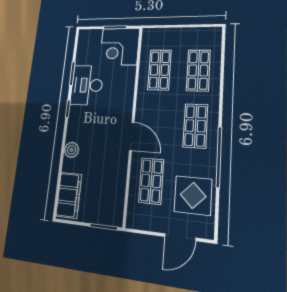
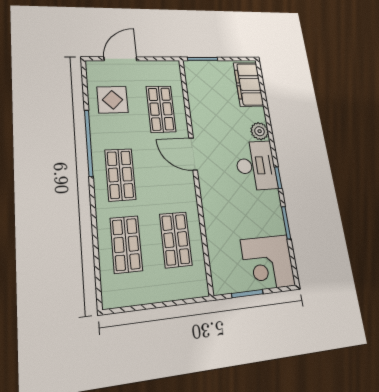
corner desk: (119, 47) -> (268, 262), moved, turned 180
desk: (87, 85) -> (256, 166), moved
display table: (193, 195) -> (113, 100), width x0.73, depth x0.73

